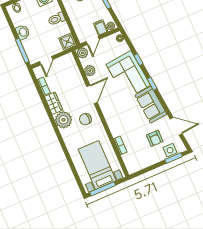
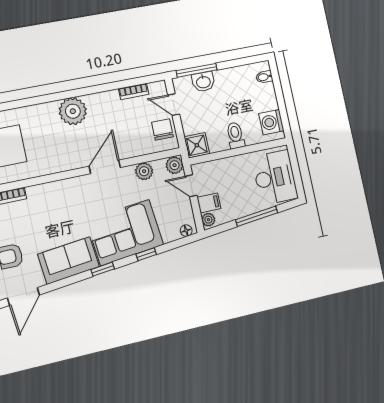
washbasin: (23, 32) -> (203, 82), moved
door: (92, 94) -> (105, 167), swing flipped
wardrobe: (54, 103) -> (103, 101), removed
chair: (85, 119) -> (162, 129), moved

